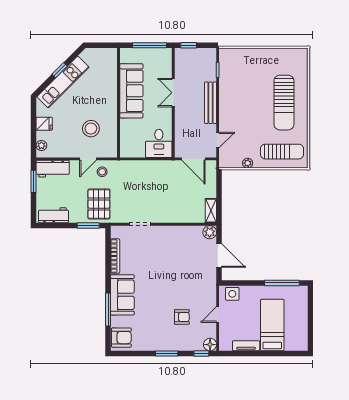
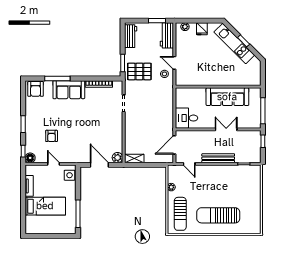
stool: (91, 129) -> (198, 65), removed
door: (219, 255) -> (99, 165), swing flipped

